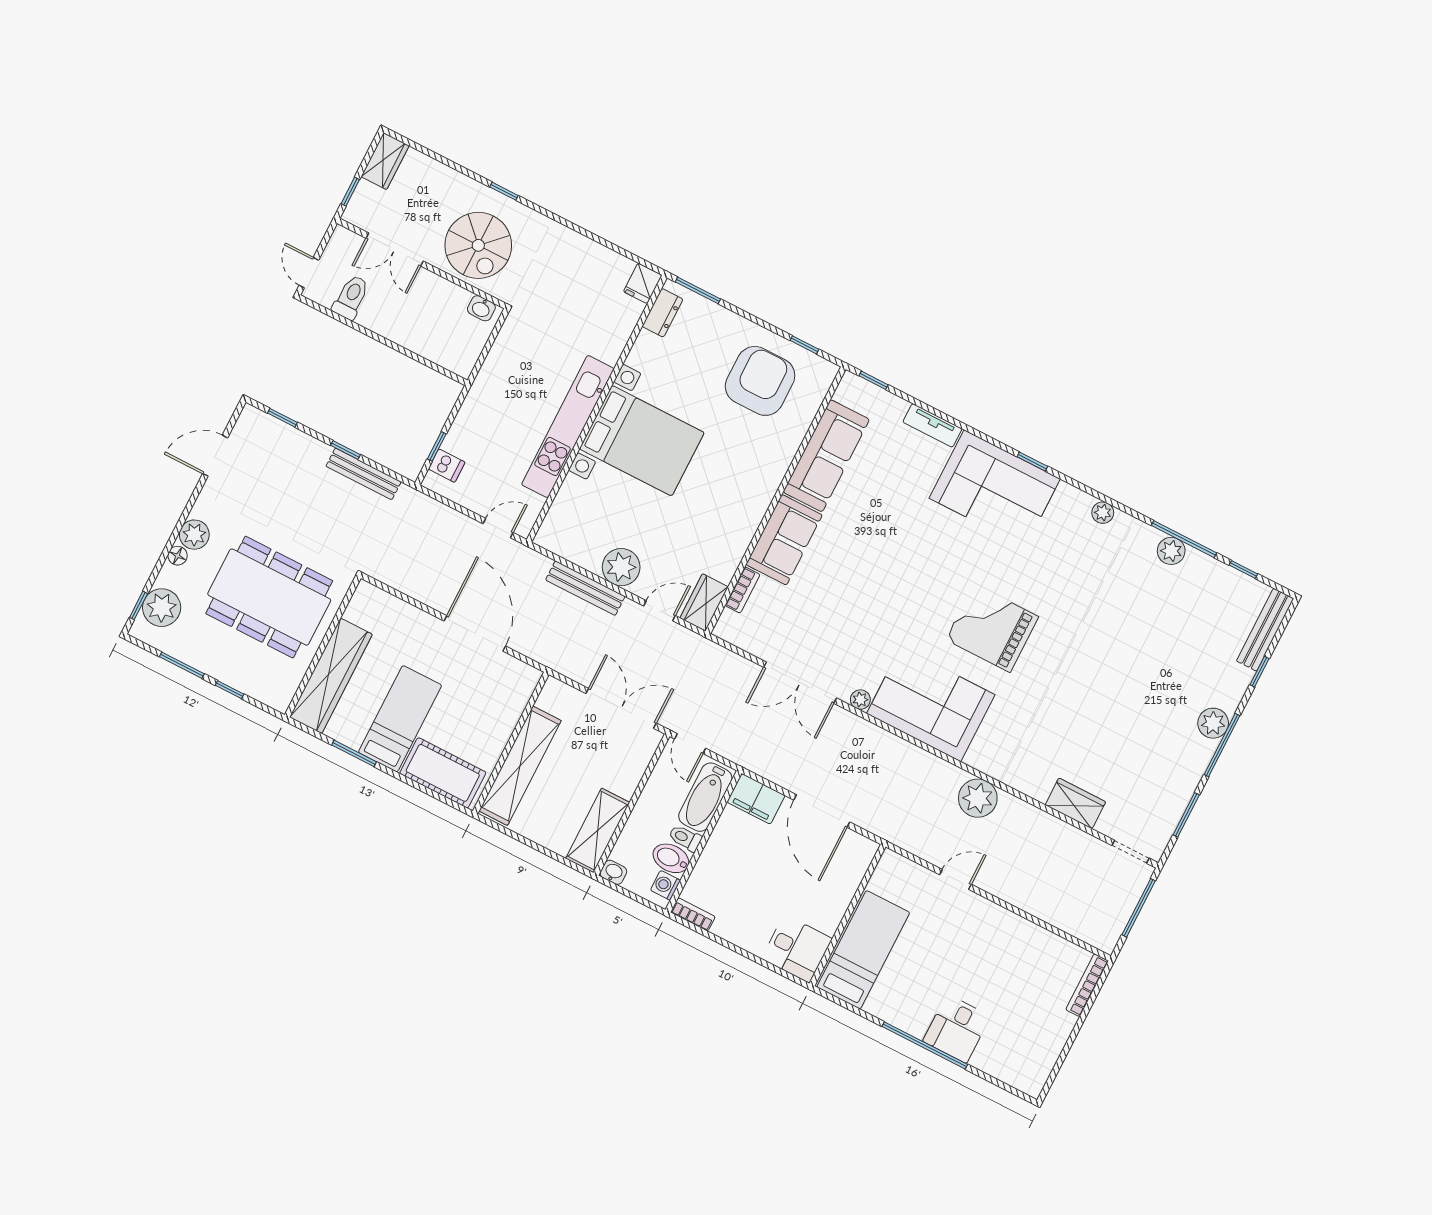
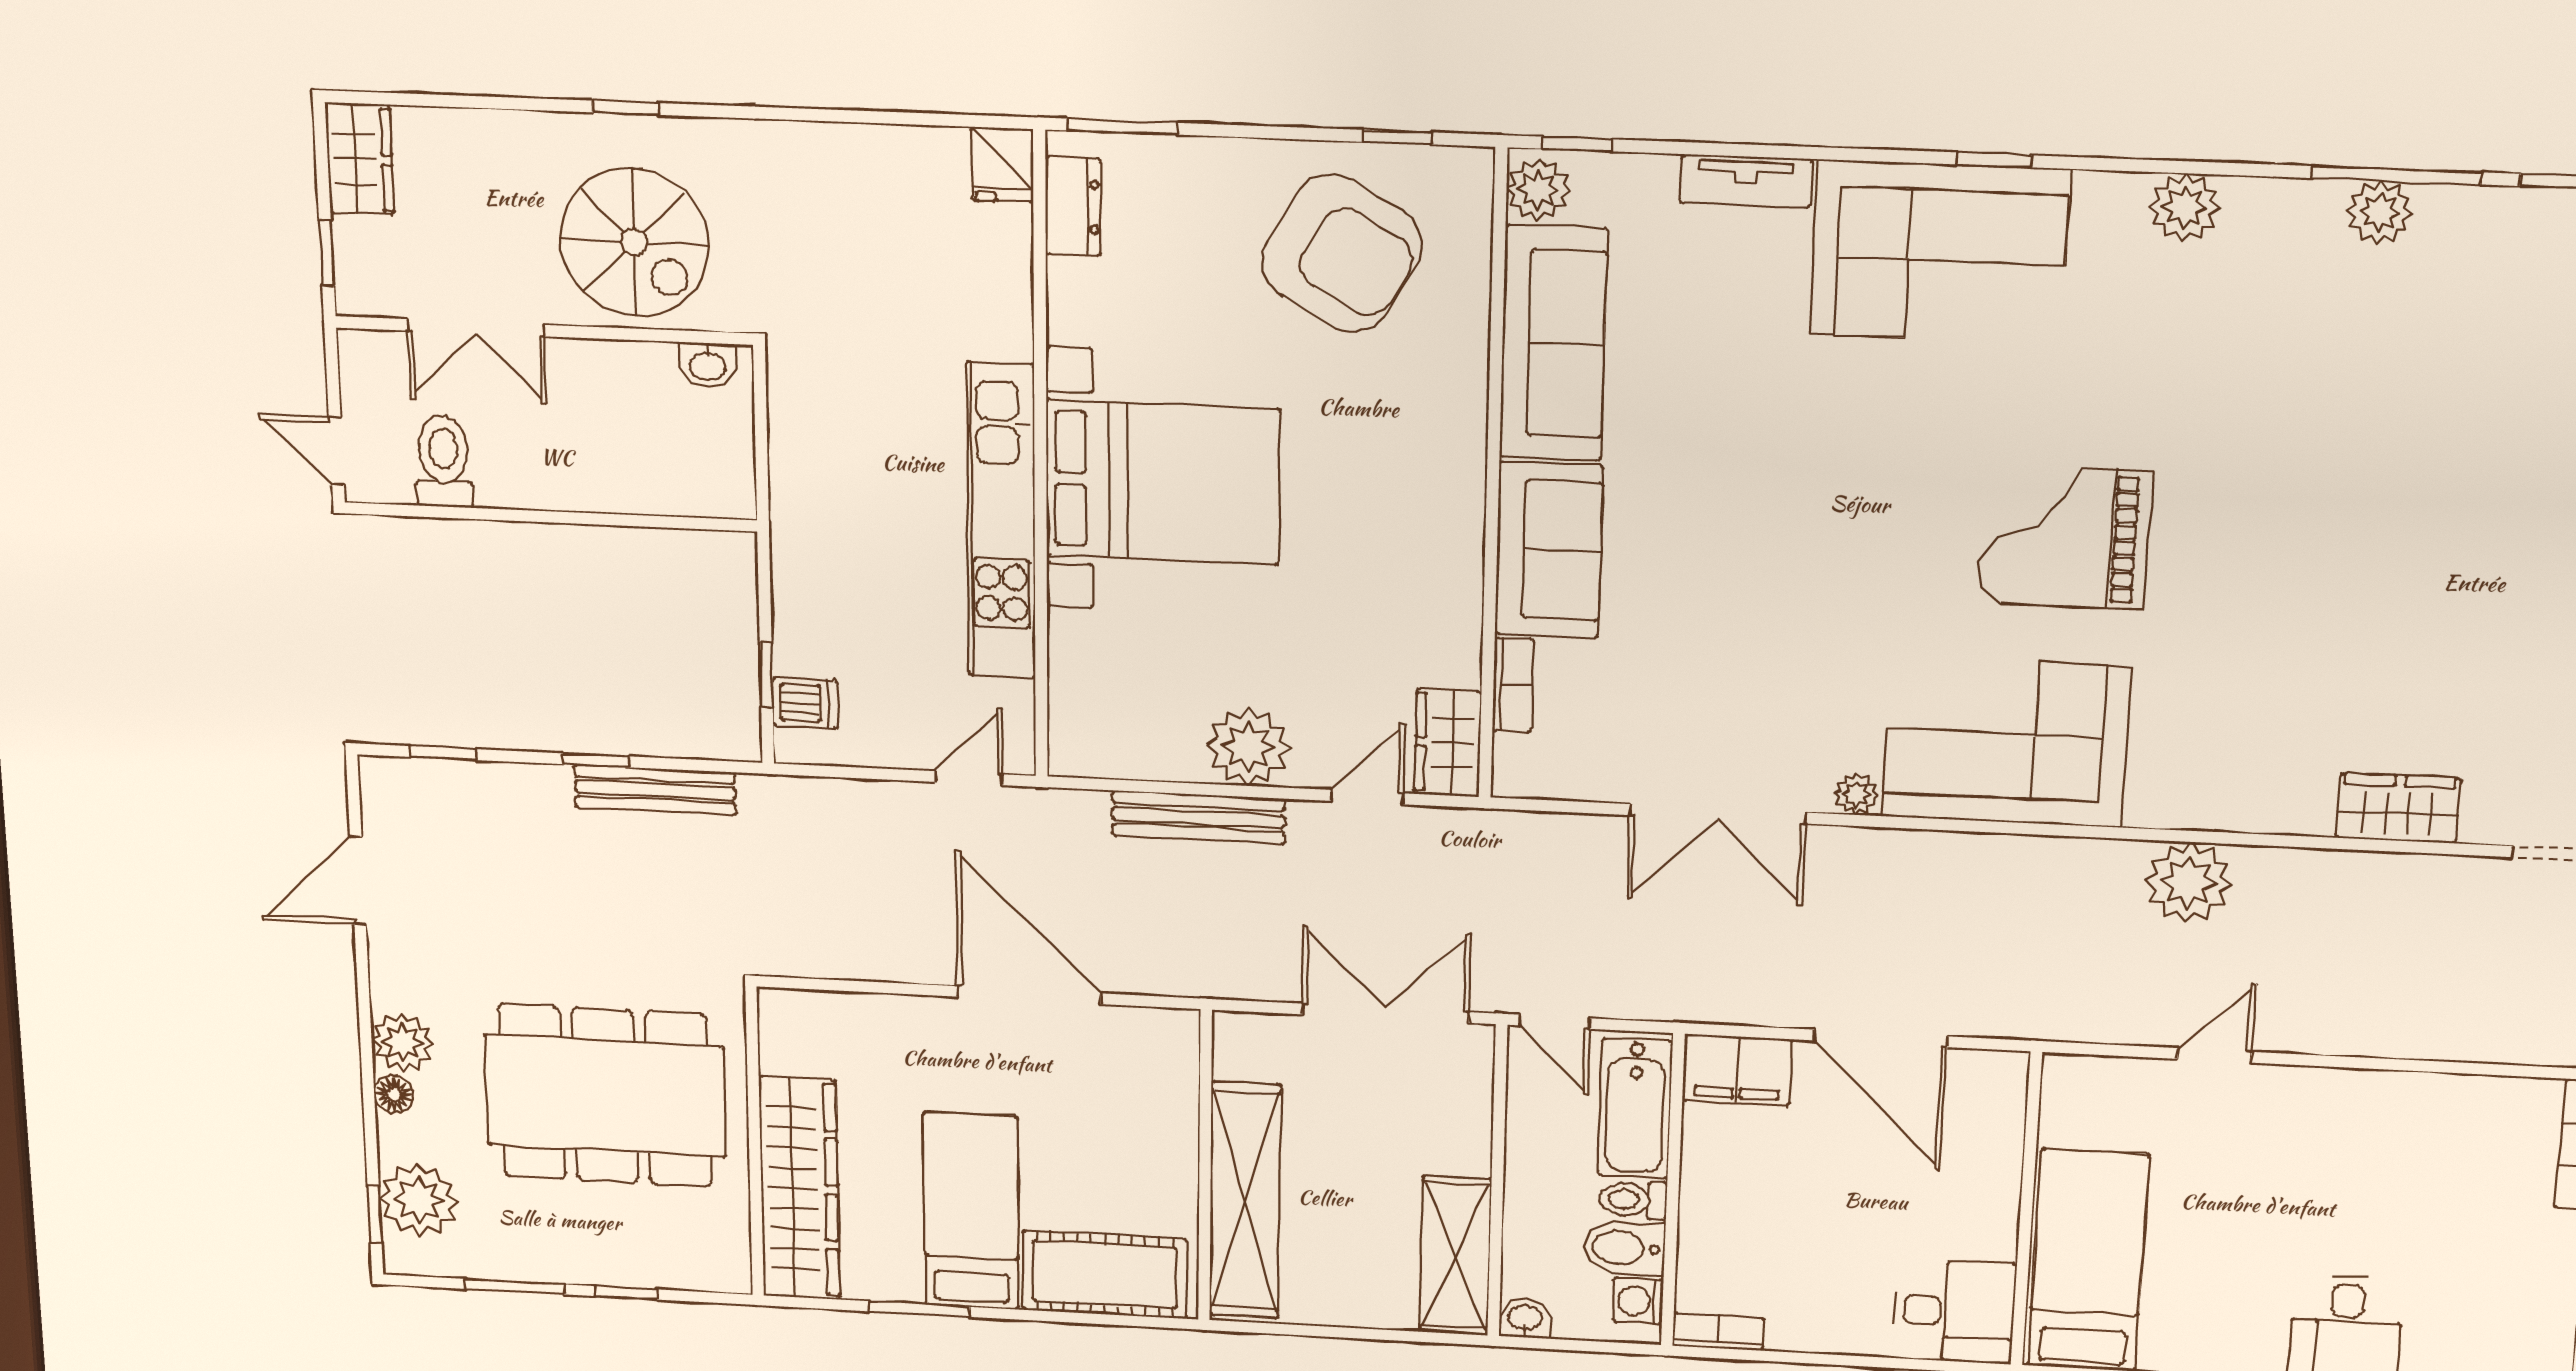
armchair: (760, 381) -> (1342, 253), turned 120
plant: (850, 391) -> (1538, 190), added
plant: (1103, 513) -> (2184, 207), width x1.38, depth x1.38

